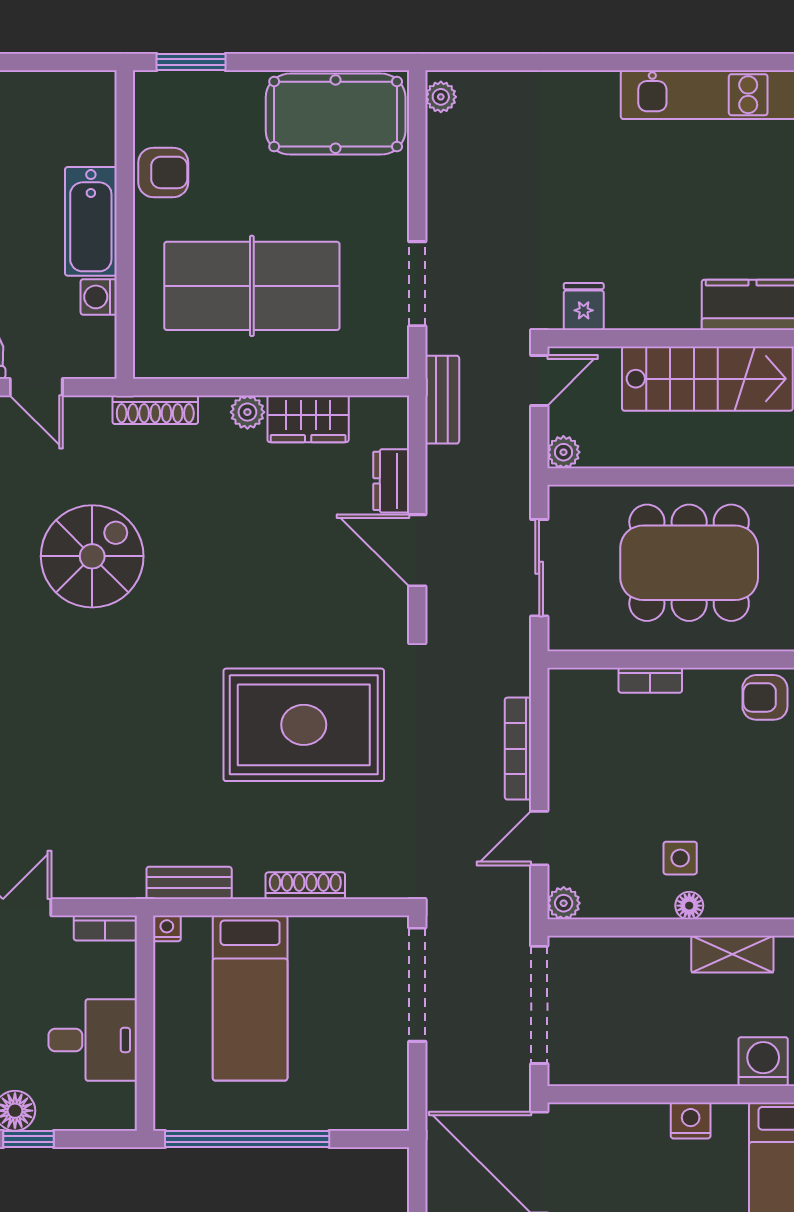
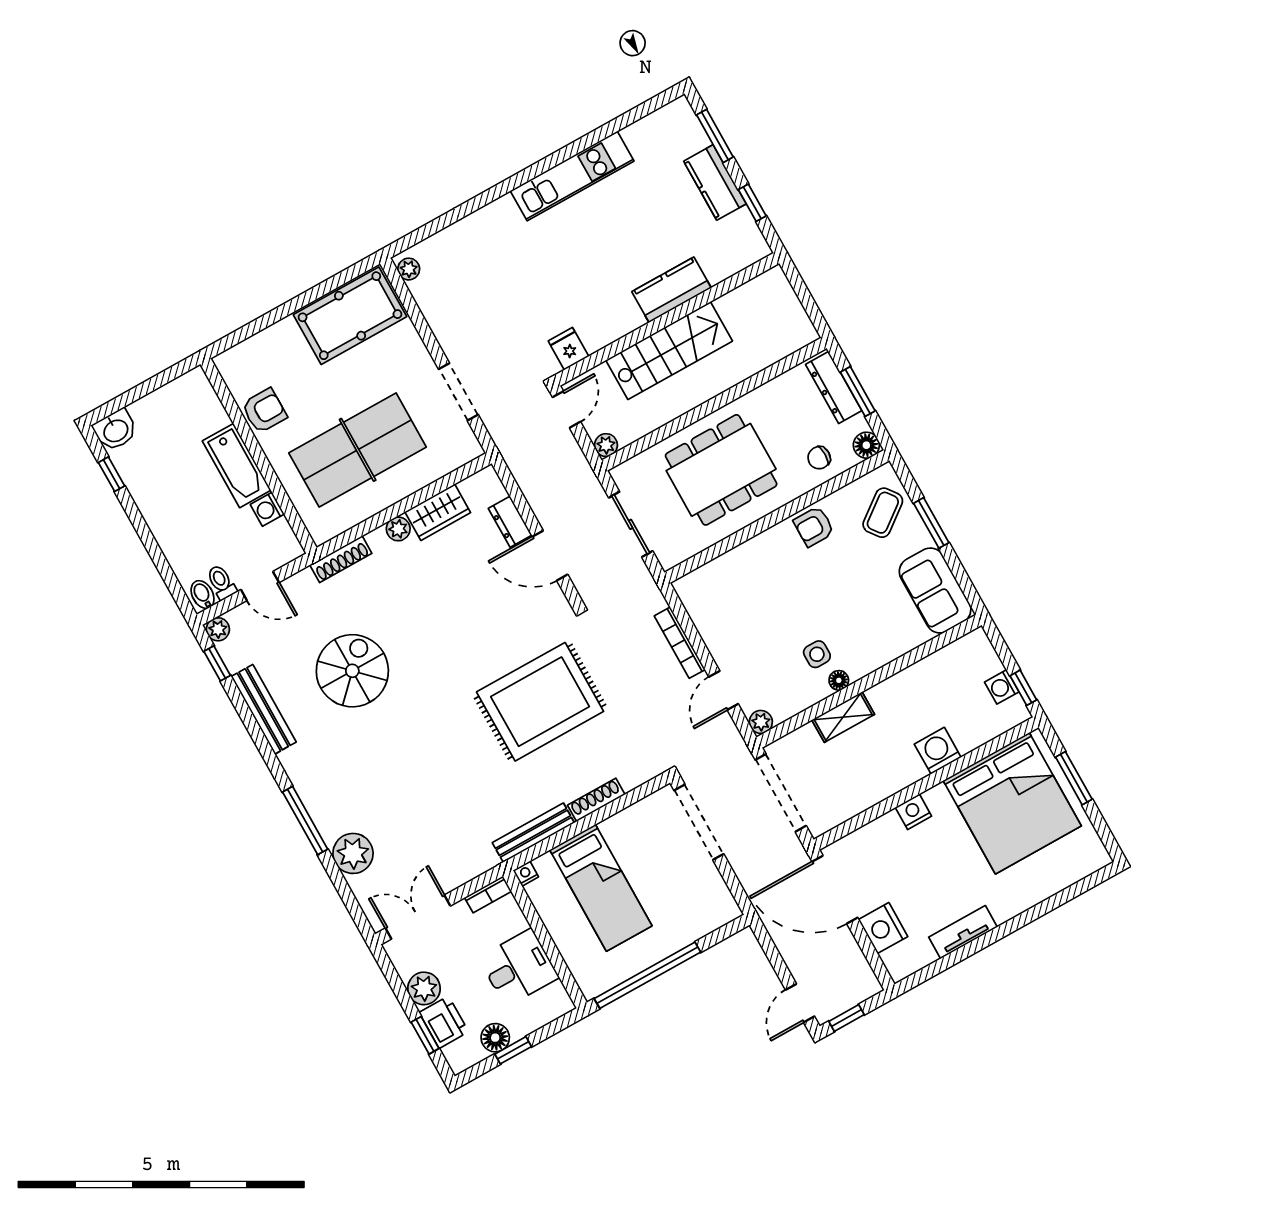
window: (191, 62) -> (243, 333), removed
bench: (442, 400) -> (513, 454), removed
bookcase: (650, 680) -> (738, 555), removed
bench: (189, 883) -> (533, 833), width x1.36
shelving: (732, 954) -> (843, 717), moved

